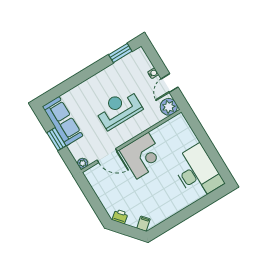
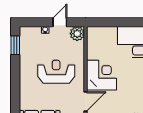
door: (170, 83) -> (60, 22), swing flipped
reception desk: (119, 109) -> (56, 72), turned 90

